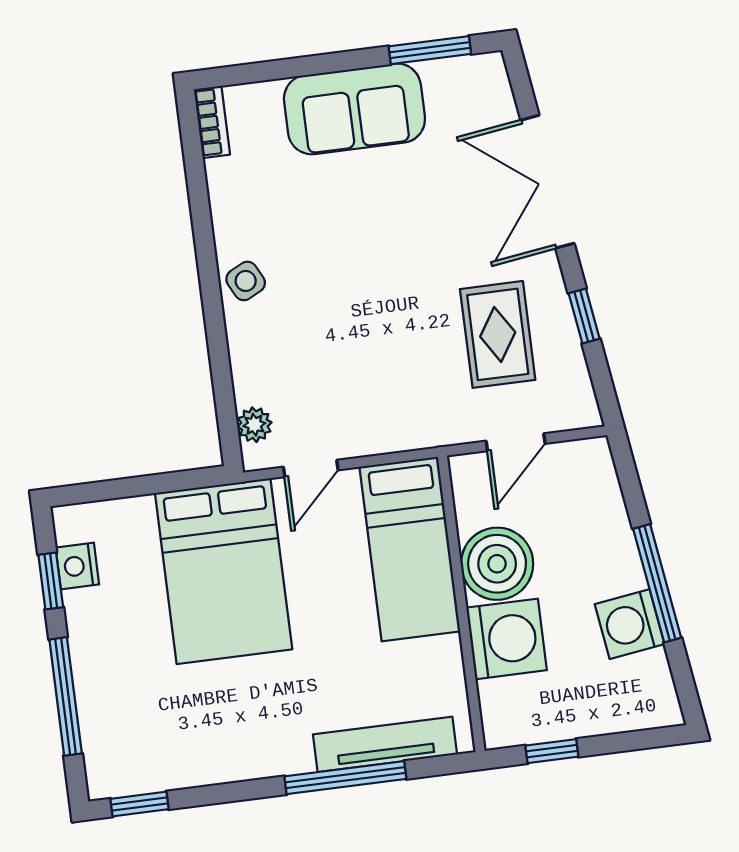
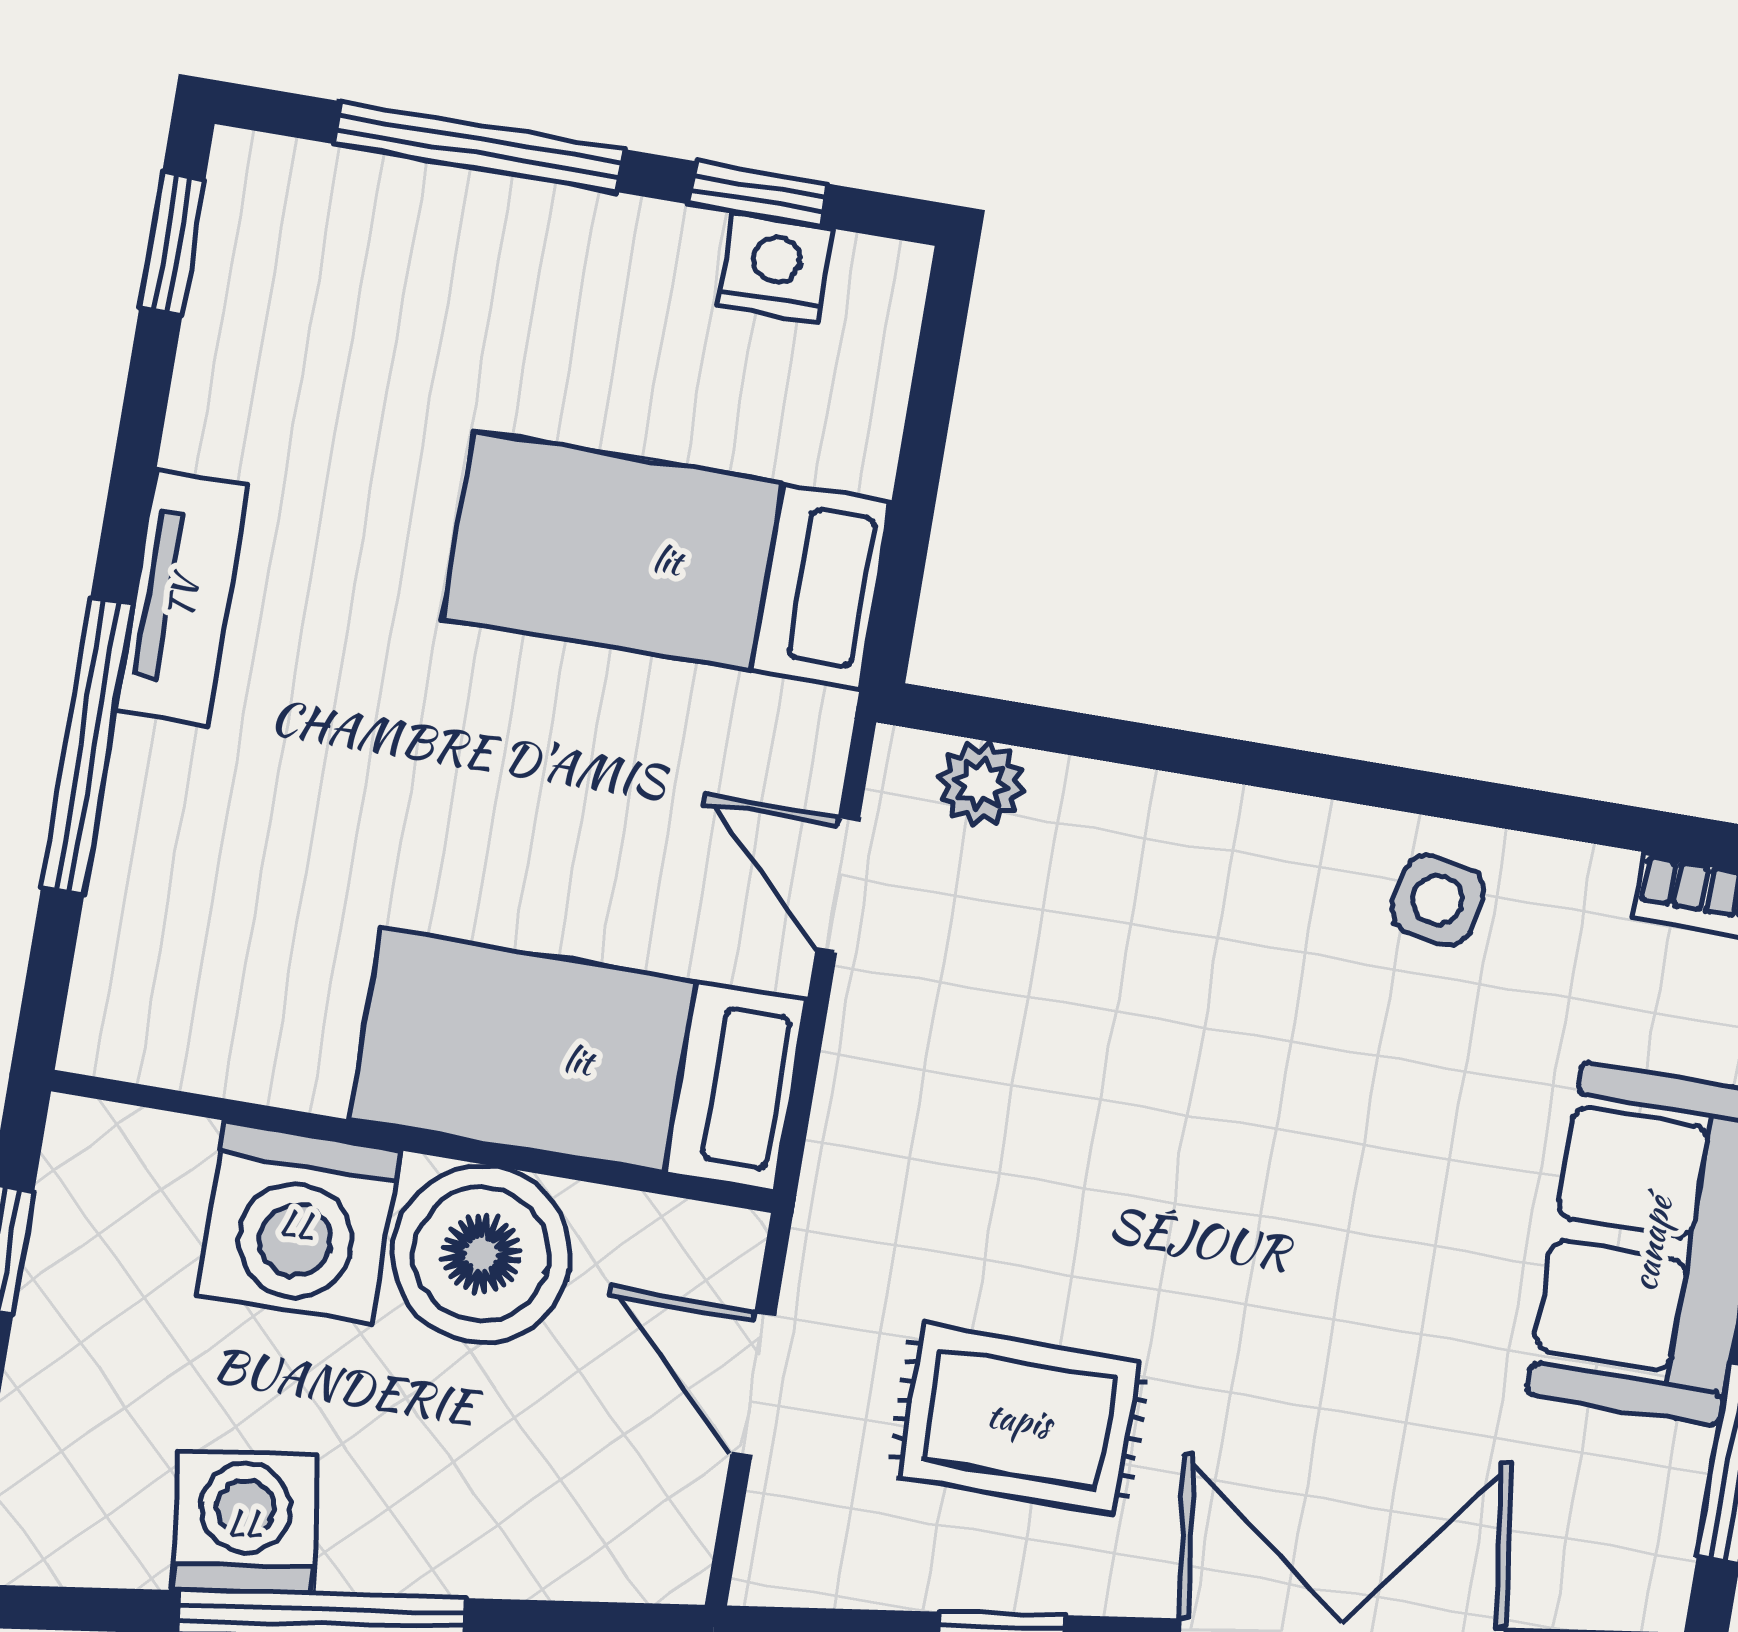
side table: (246, 281) -> (1438, 900), moved, turned 38
bed: (224, 571) -> (667, 560), width x0.67
tv unit: (385, 744) -> (182, 598), moved, width x0.71

